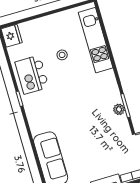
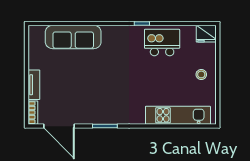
stool: (62, 55) -> (201, 74), moved
plant: (119, 109) -> (103, 119), removed

